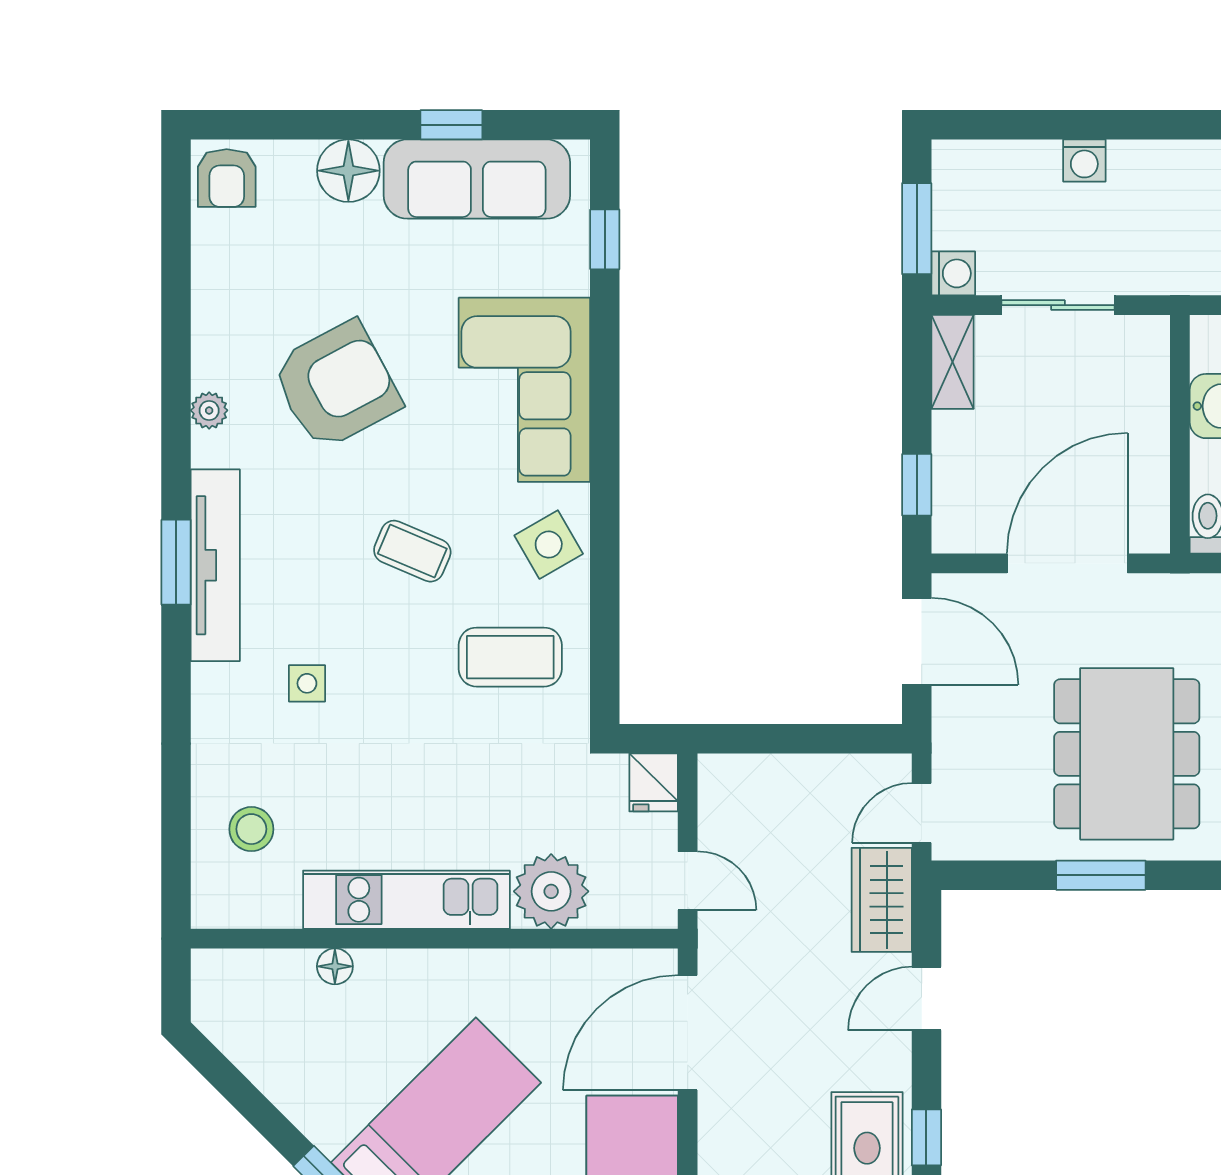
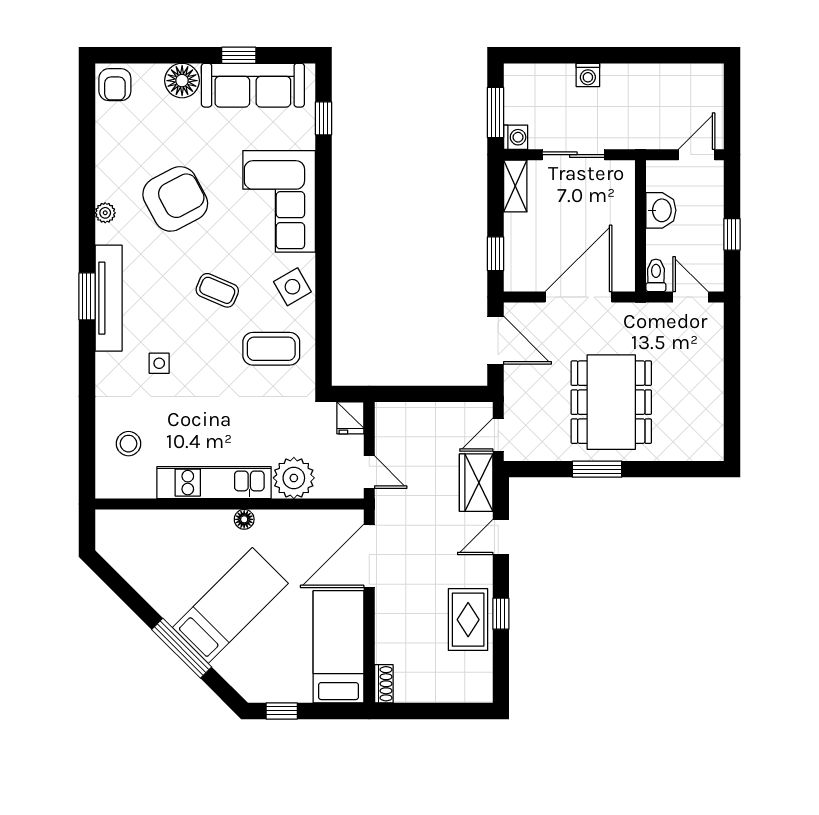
floor lamp: (335, 966) -> (244, 519), moved

